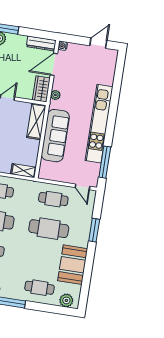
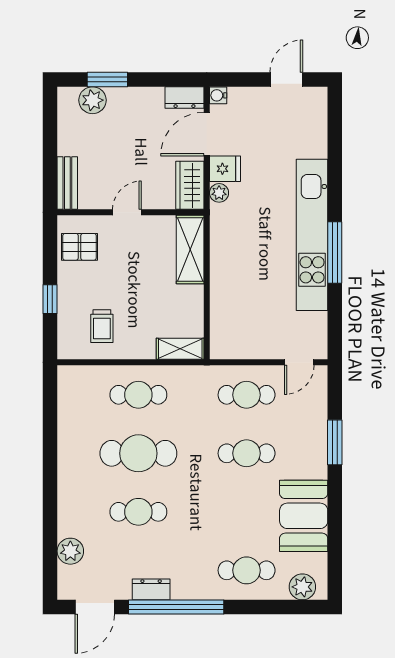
dresser: (41, 44) -> (184, 98), width x0.70
fridge: (60, 83) -> (225, 169), added
sofa: (55, 136) -> (231, 271), removed
window: (105, 162) -> (335, 252), moved
door: (83, 187) -> (299, 362), hinge flipped
cafe table: (49, 229) -> (247, 453), width x0.73, depth x0.74

